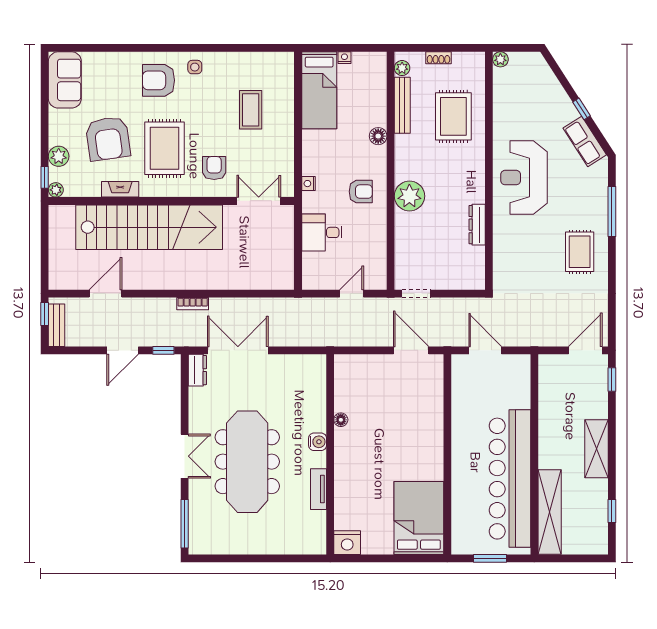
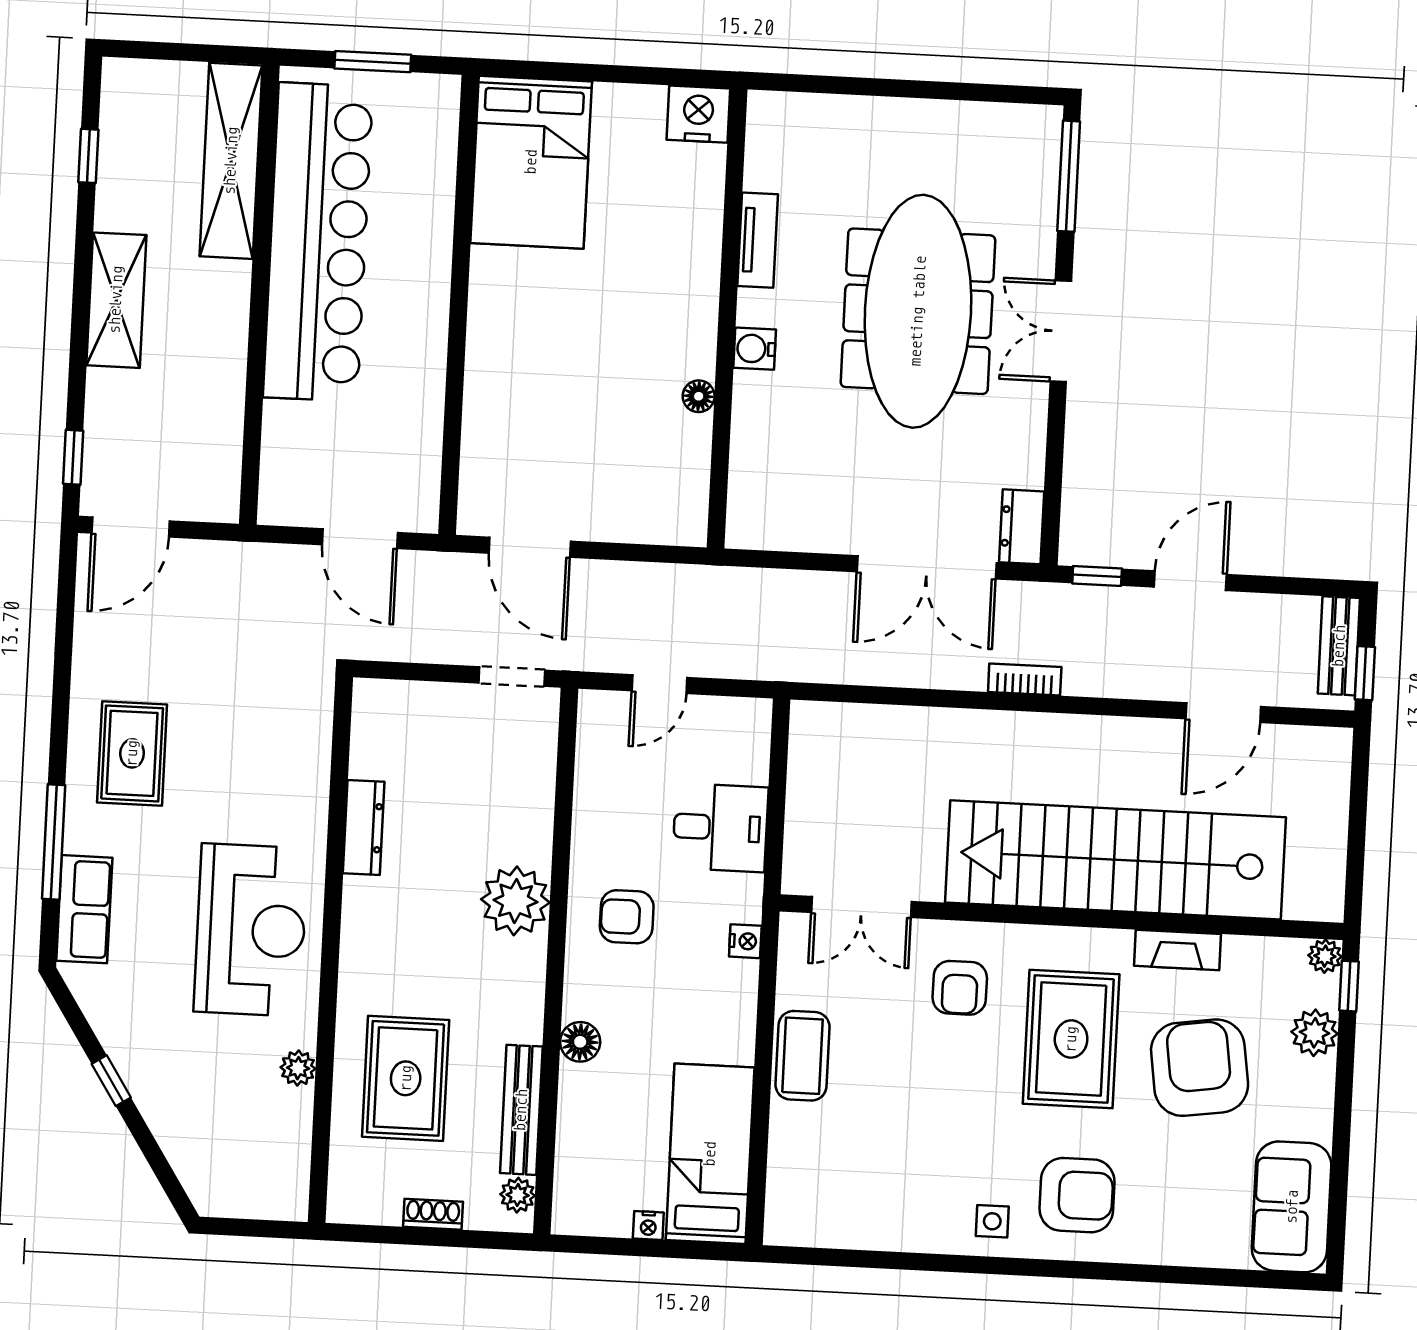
plant: (500, 59) -> (298, 1068), moved
coffee table: (251, 110) -> (802, 1056), moved
row of seats: (585, 141) -> (84, 909), moved, turned 33

